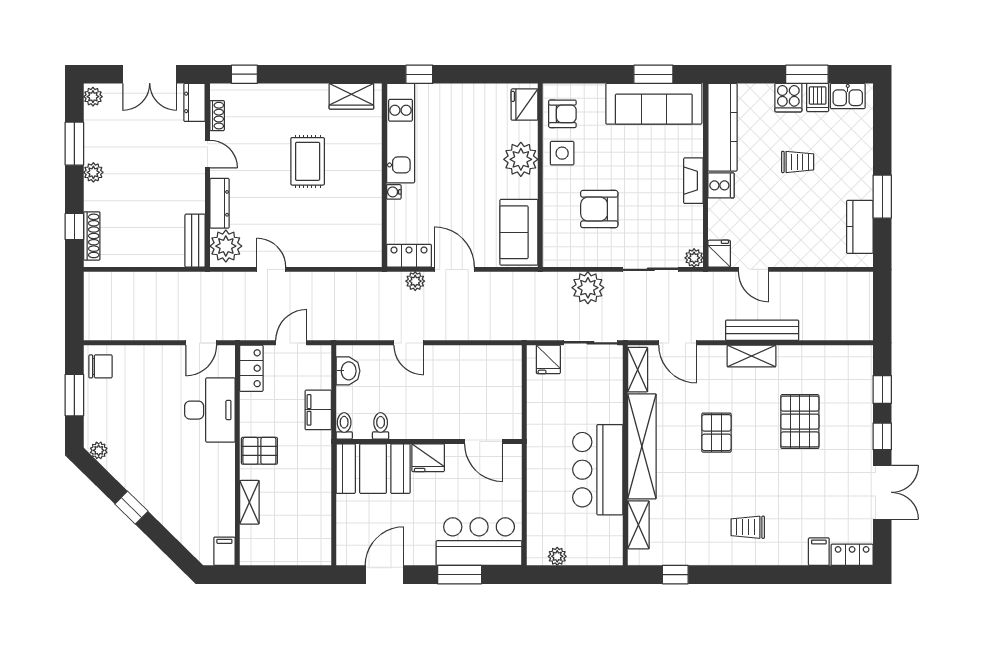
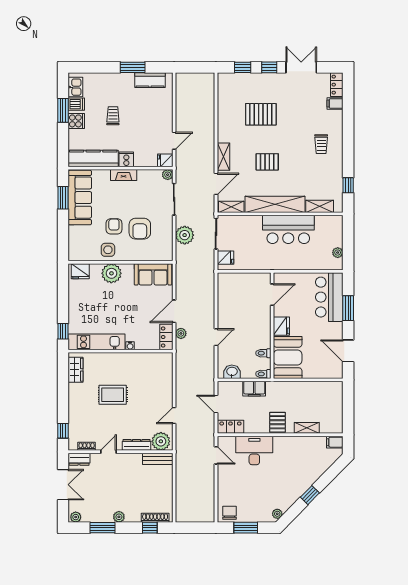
armchair: (562, 114) -> (114, 226), moved
bench: (762, 330) -> (209, 136), removed
shelving: (751, 356) -> (224, 157), moved

